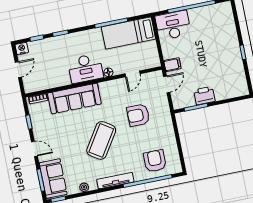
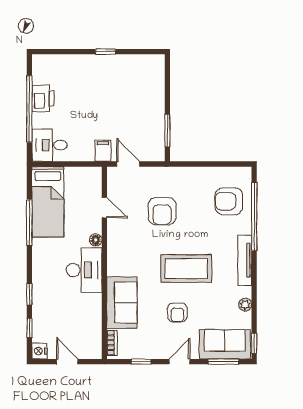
desk: (173, 25) -> (50, 145), width x0.73
printer: (204, 96) -> (43, 99), moved, turned 180
sofa: (74, 98) -> (122, 303), width x0.73
coffee table: (101, 140) -> (186, 269), turned -33
armchair: (69, 141) -> (177, 313), added

